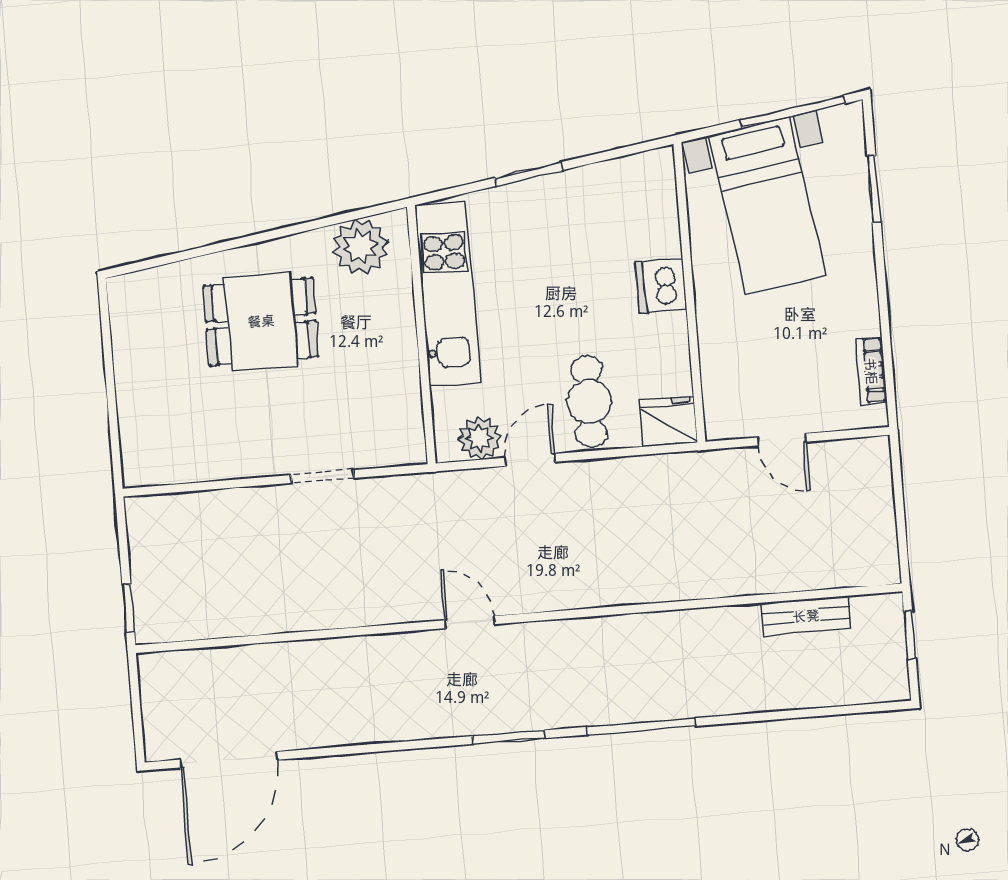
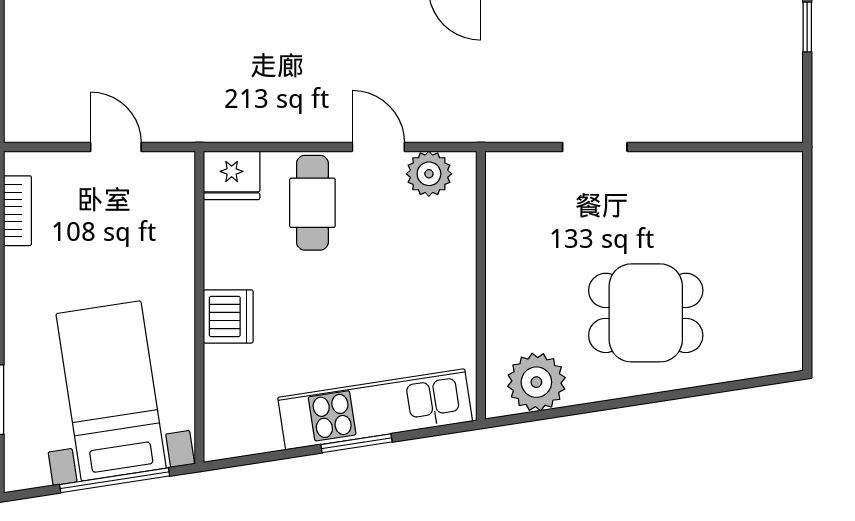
window: (793, 112) -> (115, 480), moved
kitchen unit: (448, 294) -> (375, 409), moved, turned 81
door: (530, 460) -> (378, 147), swing flipped

